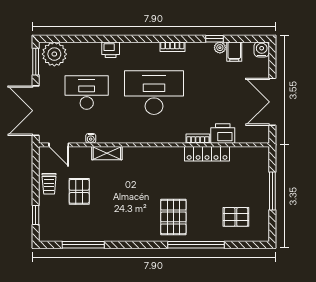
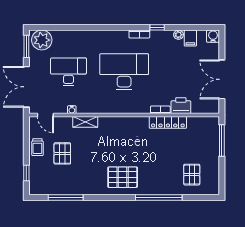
window: (215, 39) -> (157, 27), moved
printer: (111, 50) -> (88, 36), removed
window: (272, 191) -> (222, 141), moved
pallet: (173, 217) -> (123, 177), moved, turned 90
pallet: (236, 217) -> (192, 175), turned 90

